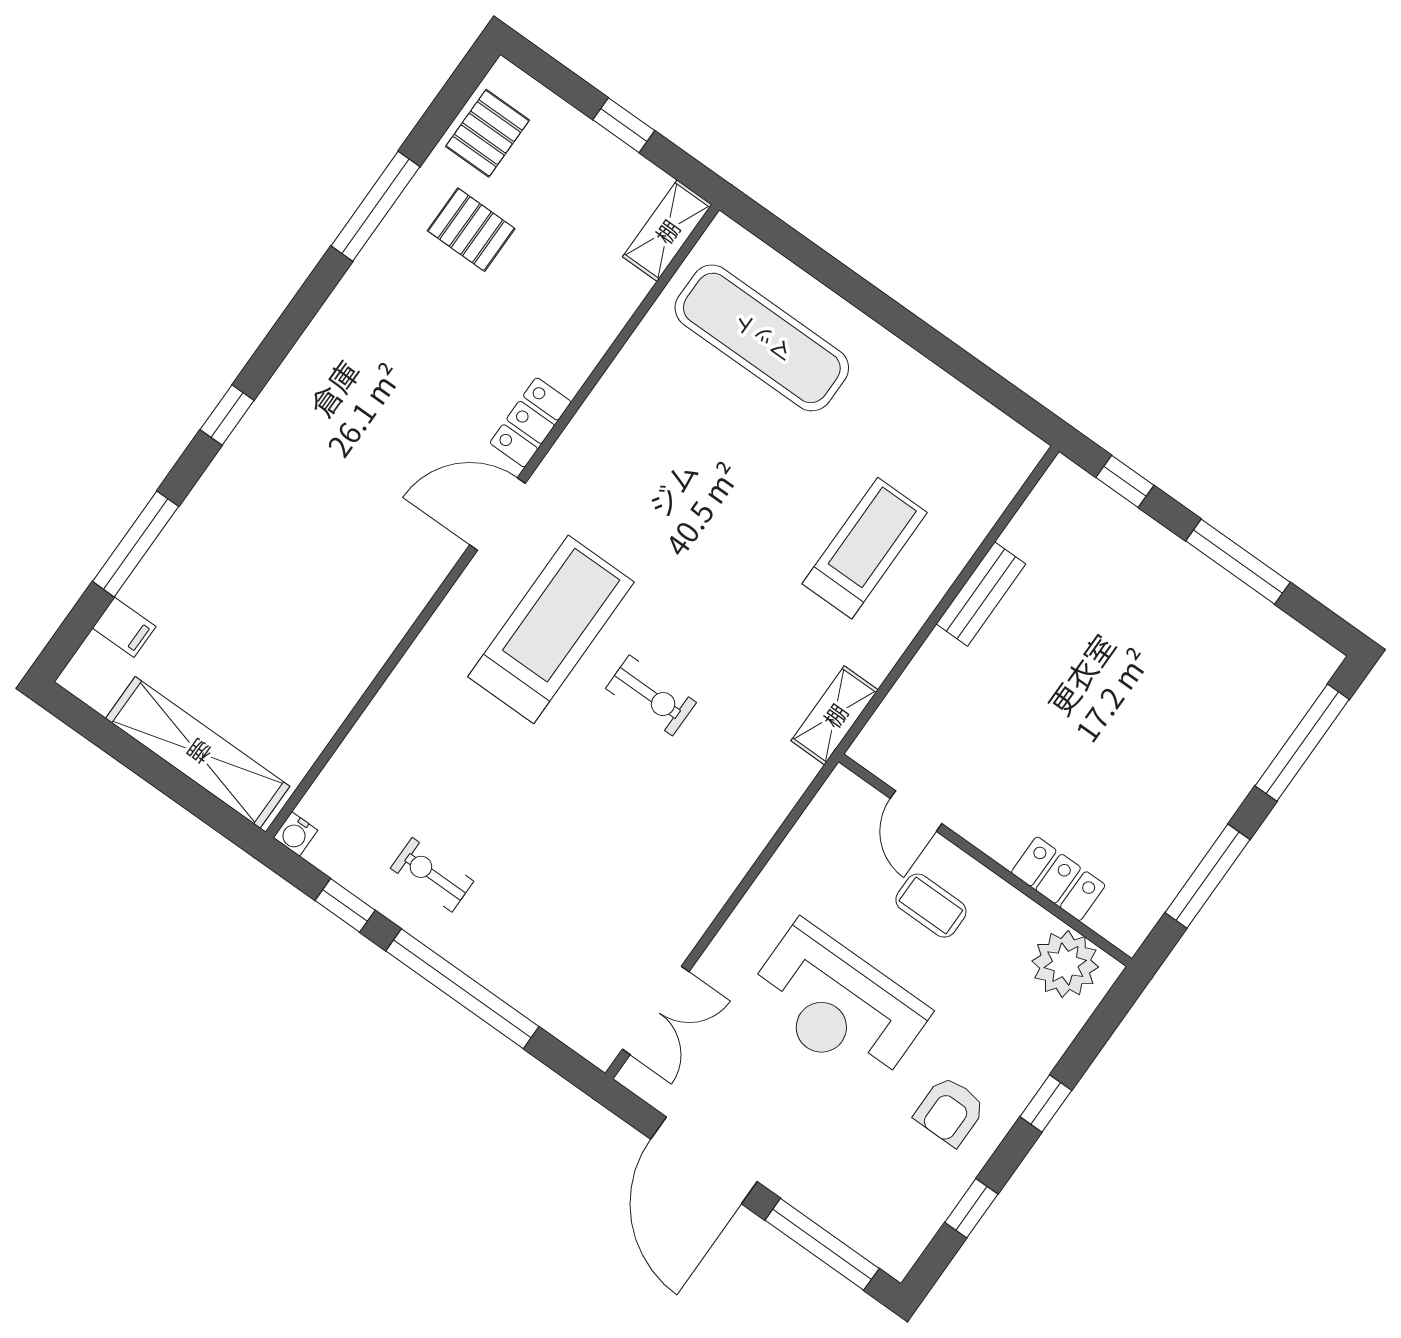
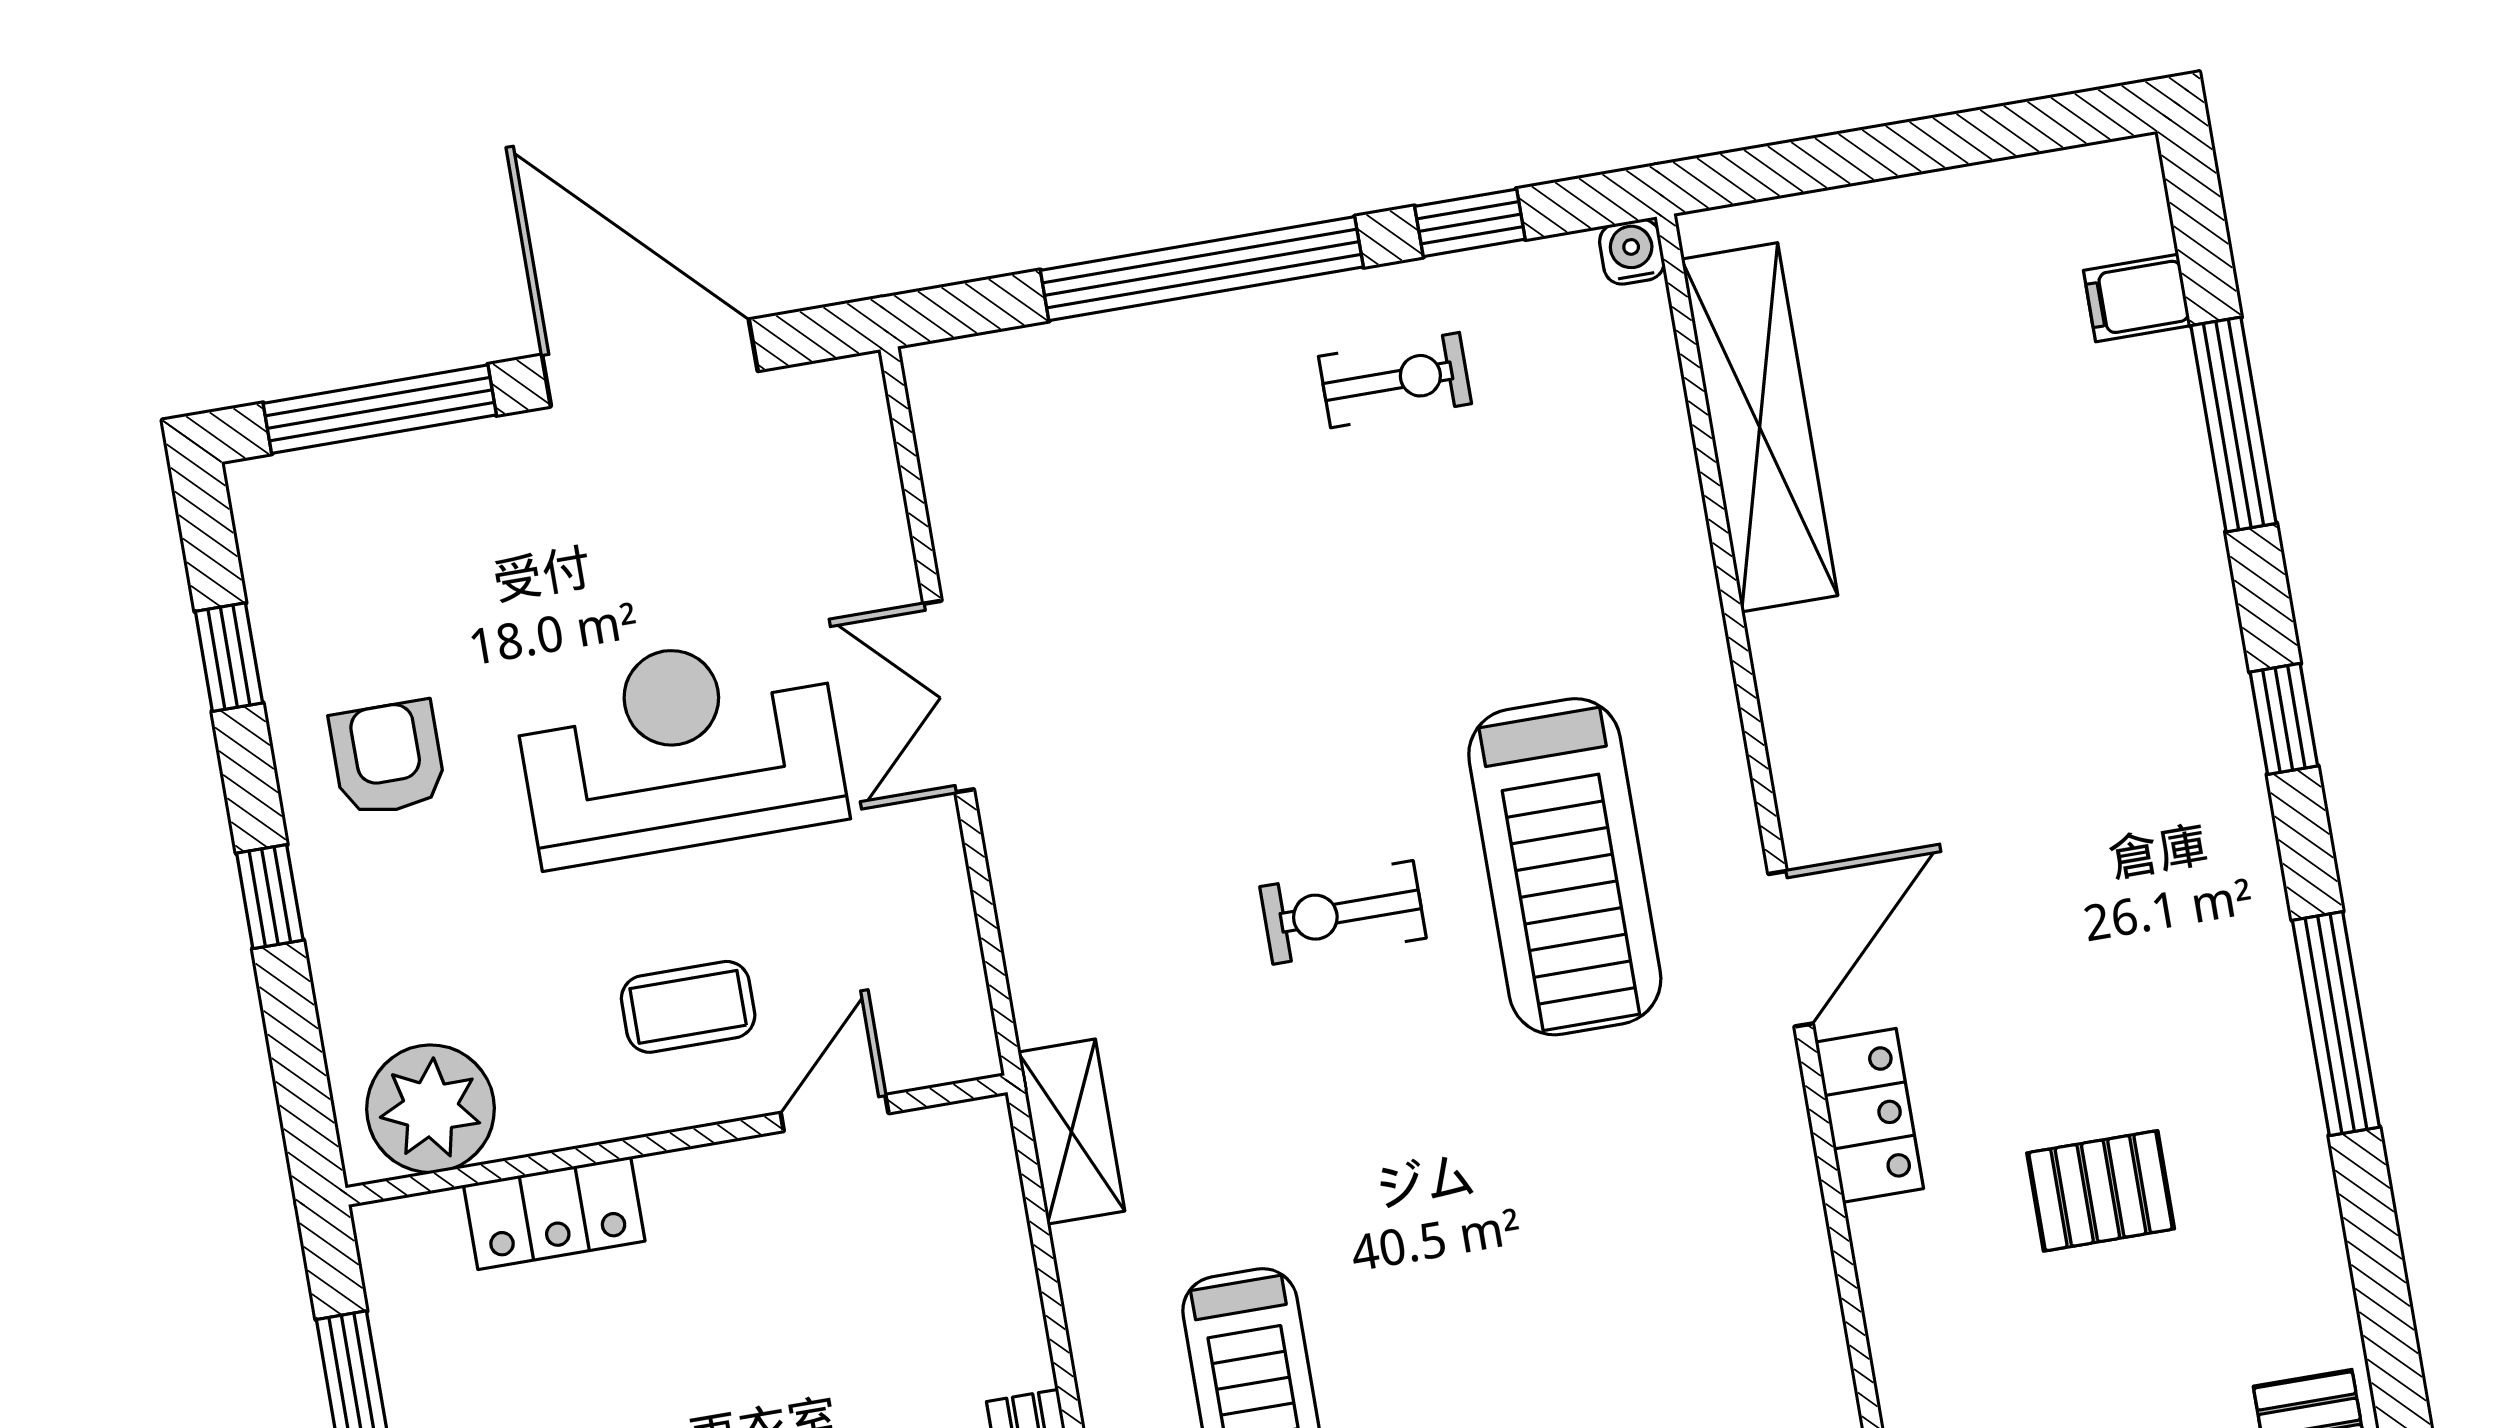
window: (375, 206) -> (2336, 1024), moved
pallet: (471, 230) -> (2101, 1191), moved
shelving: (198, 752) -> (1760, 427), moved, turned 90
door: (916, 811) -> (835, 1113), hinge flipped
double door: (656, 1010) -> (949, 696), moved

